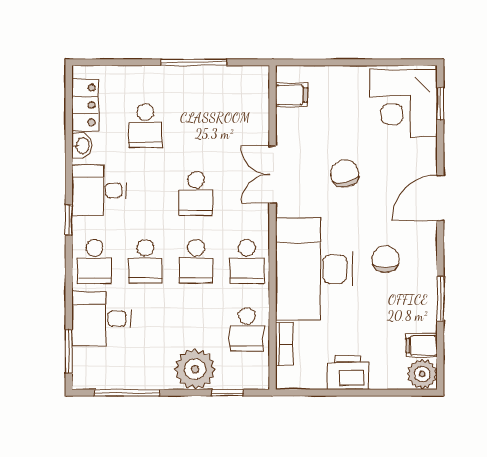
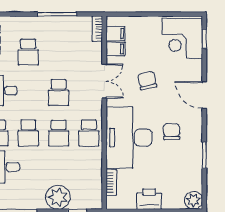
bookcase: (261, 87) -> (97, 29), added
double door: (273, 175) -> (104, 81), swing flipped
door: (440, 198) -> (204, 95), hinge flipped
school desk: (247, 329) -> (89, 173), removed
filing cabinet: (421, 345) -> (115, 49), moved, turned 180

